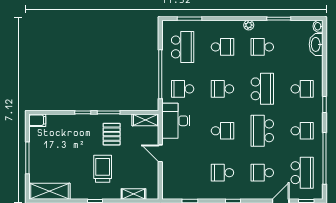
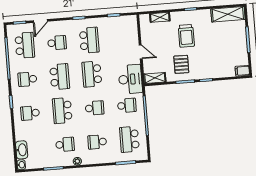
school desk: (222, 131) -> (92, 74), width x1.85
school desk: (222, 173) -> (89, 40), width x1.85
school desk: (302, 173) -> (25, 45), turned 180

